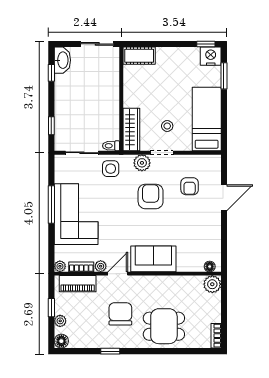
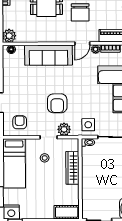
wardrobe: (131, 130) -> (72, 168), moved
armchair: (190, 186) -> (20, 122), moved
sofa: (153, 259) -> (49, 55), width x1.36

